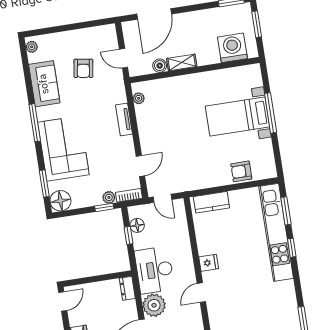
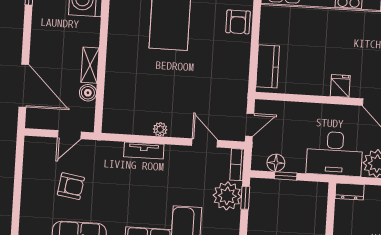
plant: (139, 98) -> (160, 129), moved
plant: (109, 197) -> (227, 196), width x1.87, depth x1.87

